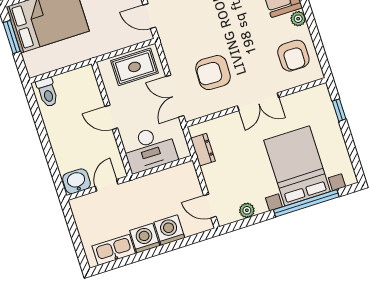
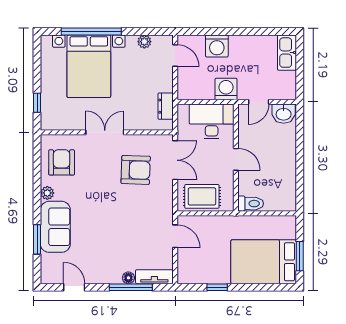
toilet: (47, 92) -> (251, 204), moved, turned 90
washing machine: (145, 238) -> (226, 89), moved, turned 180
kitchen sink: (114, 250) -> (287, 53), moved, turned 90

